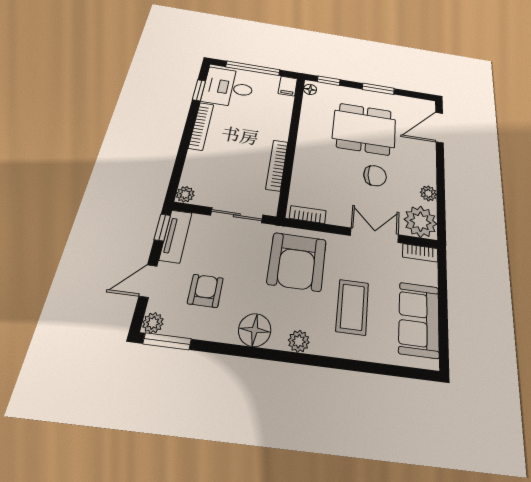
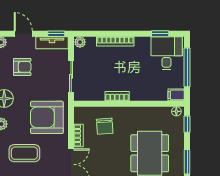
bookcase: (201, 126) -> (115, 41), moved
bookcase: (277, 165) -> (117, 96), width x0.64
chair: (375, 176) -> (105, 126), moved
bookcase: (308, 214) -> (78, 135), moved

